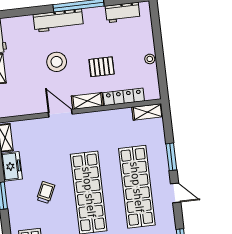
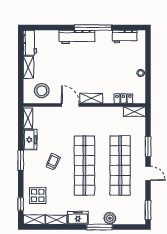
stool: (57, 62) -> (42, 91), moved
pallet: (102, 67) -> (105, 75), removed
locker: (124, 97) -> (123, 99), width x0.66

